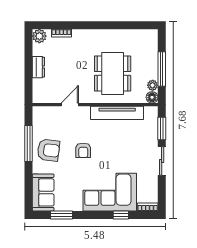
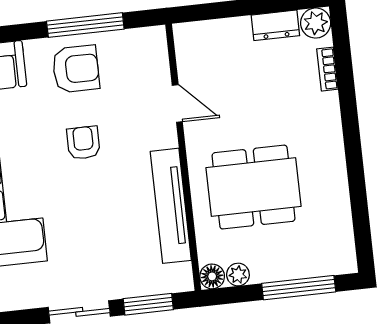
dresser: (38, 67) -> (275, 25), moved
window: (162, 69) -> (299, 288), moved
armchair: (48, 150) -> (76, 69), turned -97
armchair: (83, 150) -> (83, 143), turned 90

